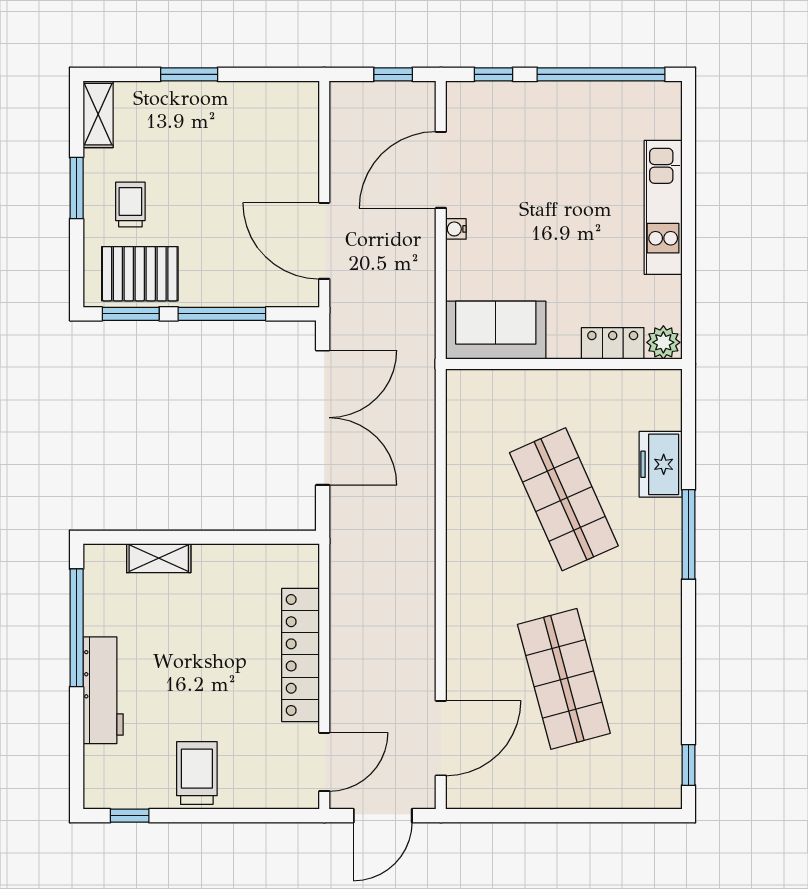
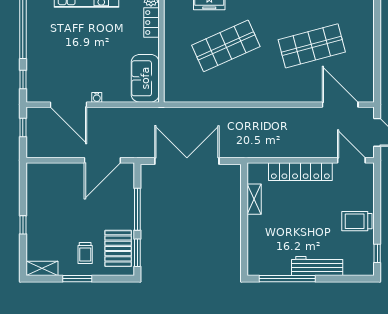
window: (189, 74) -> (23, 225), width x0.67
trolley: (130, 205) -> (85, 253), turned -90
shelving: (159, 558) -> (254, 199), moved

